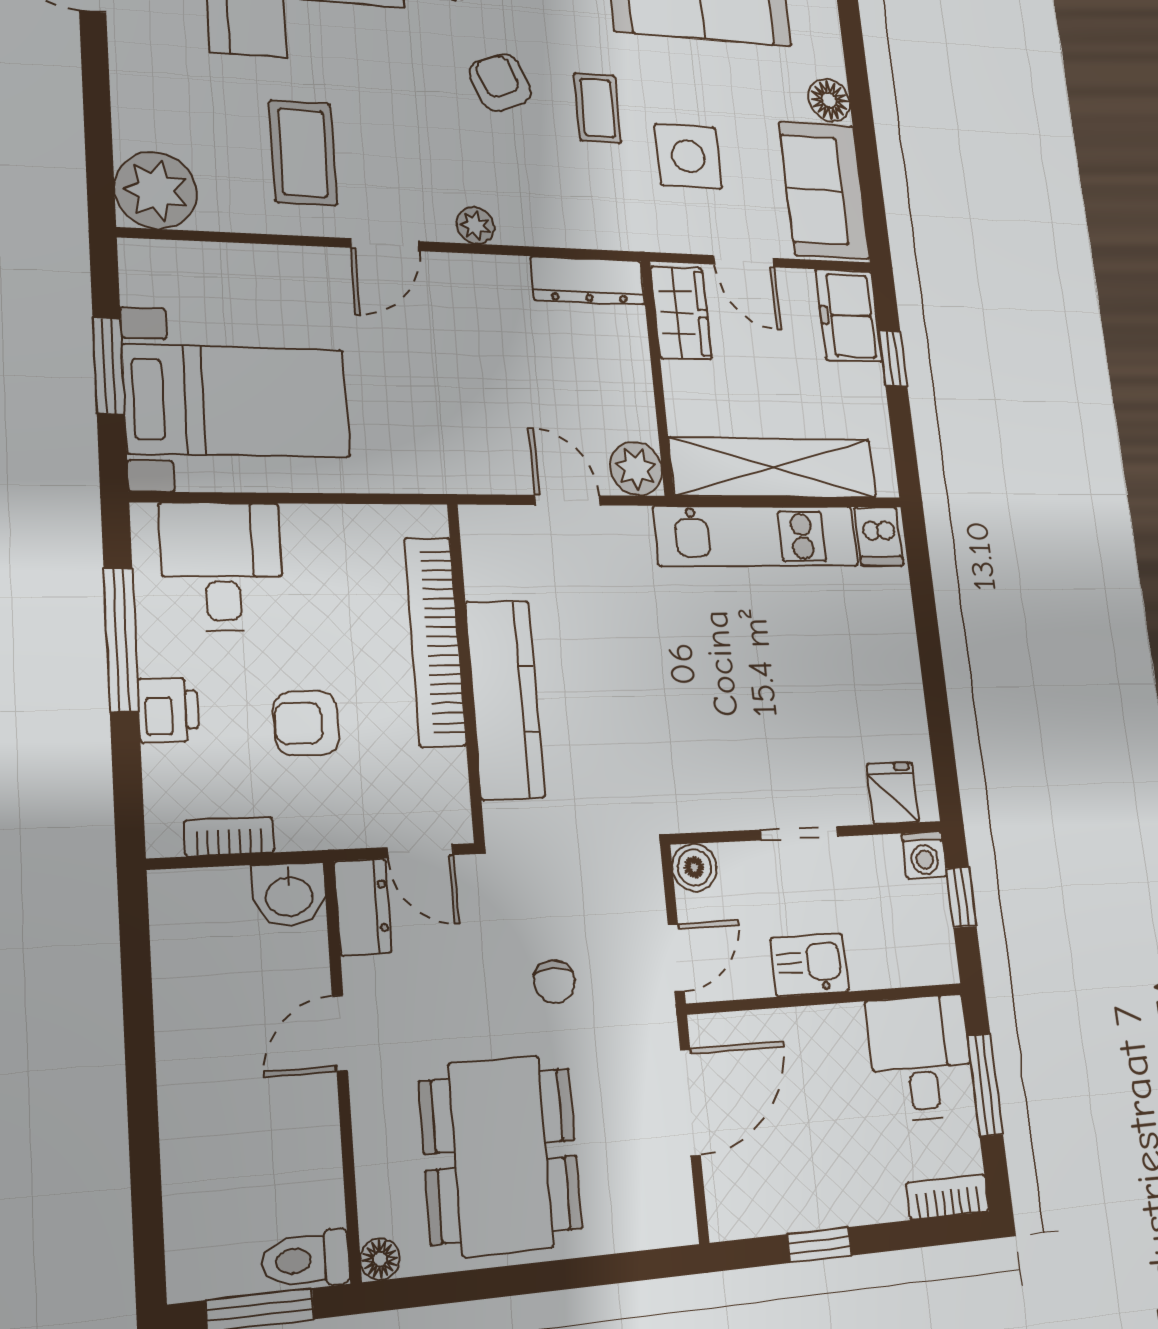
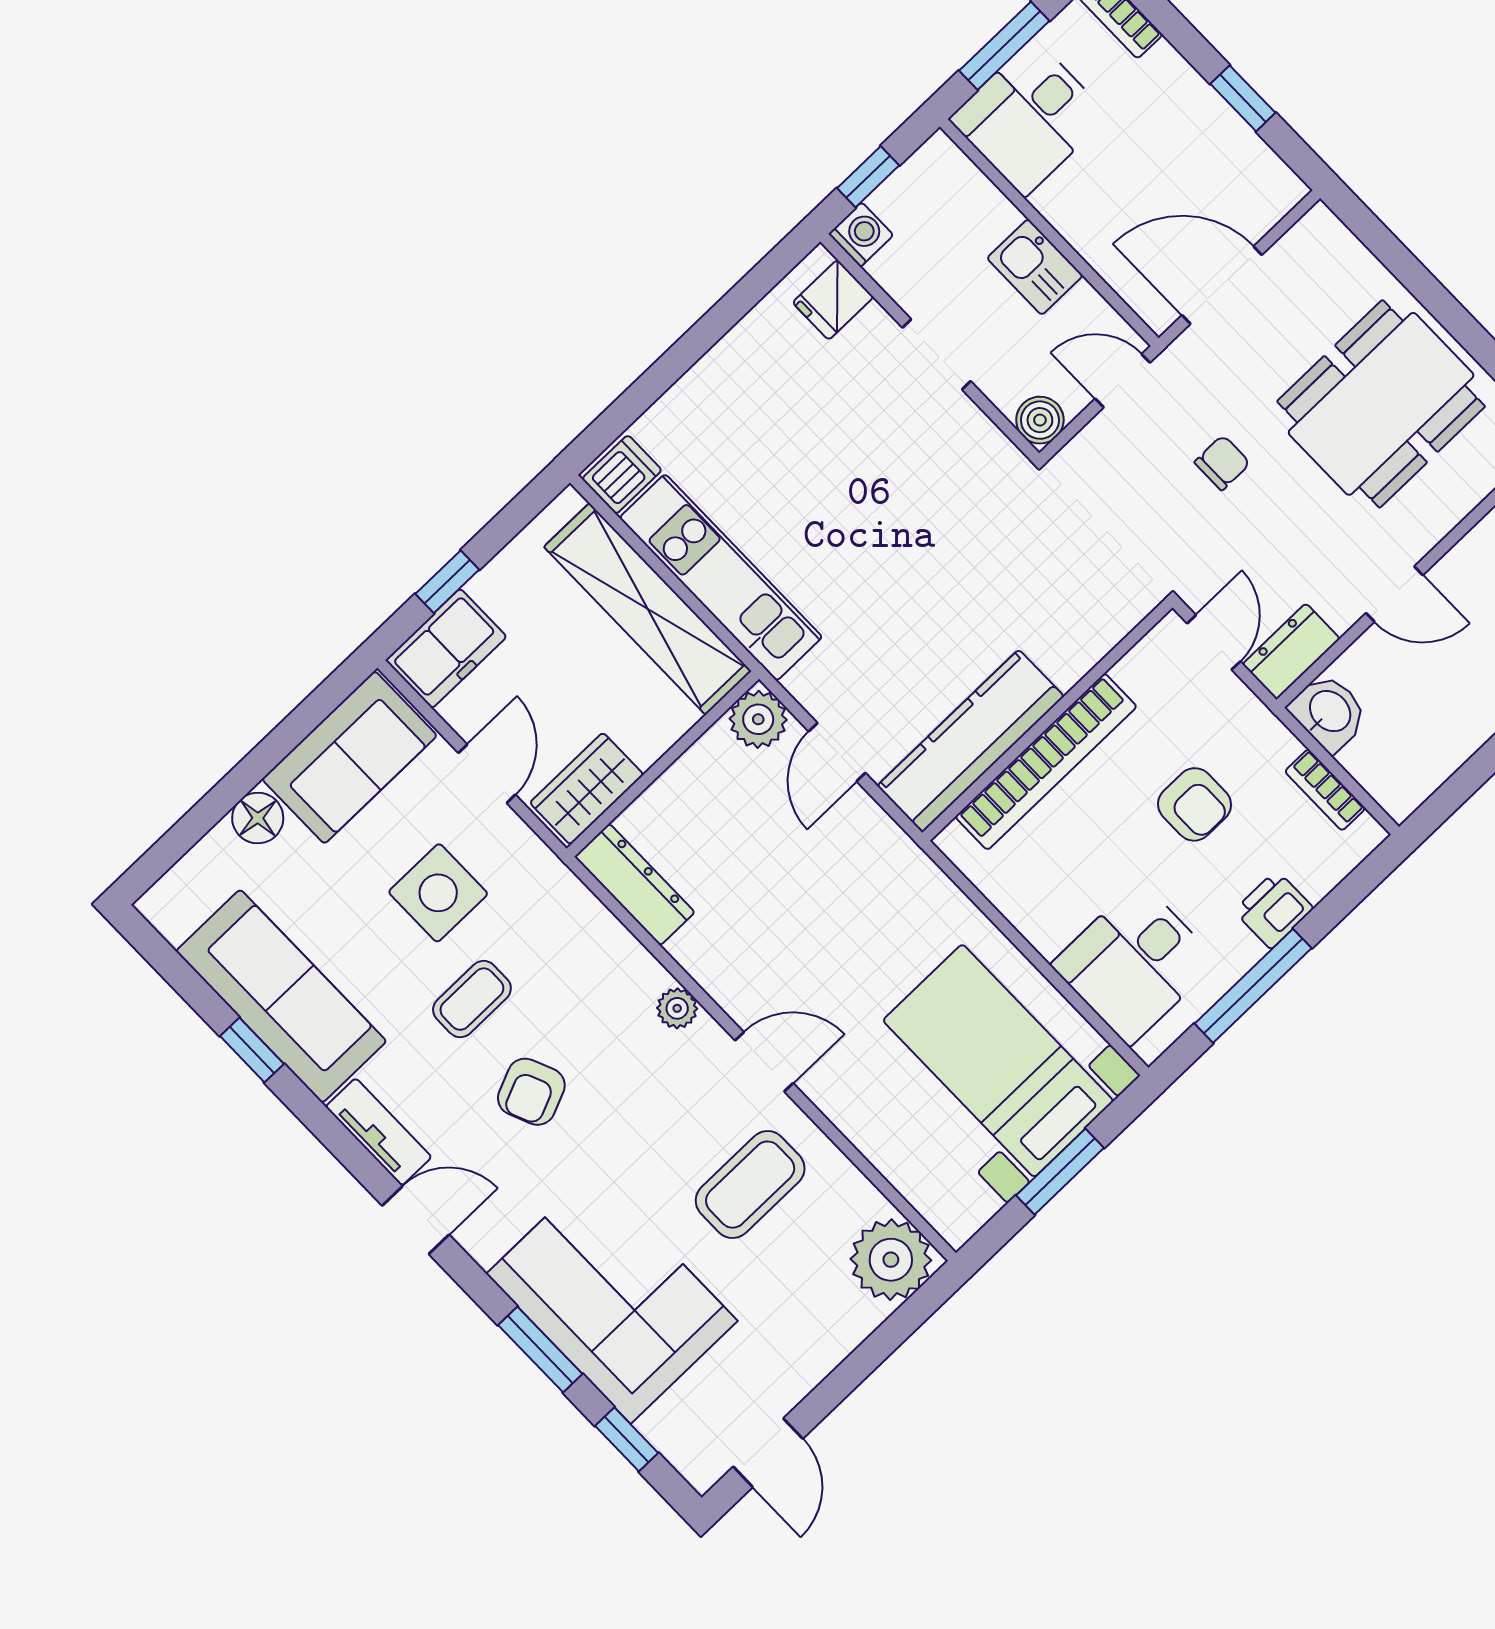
kitchen counter: (505, 699) -> (971, 741), moved

